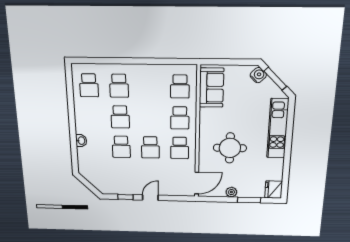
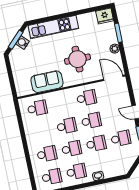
water cooler: (258, 75) -> (22, 43), moved
sofa: (212, 88) -> (47, 82), moved
school desk: (91, 116) -> (76, 172), added
school desk: (180, 118) -> (67, 126), moved
school desk: (122, 176) -> (121, 138), added

